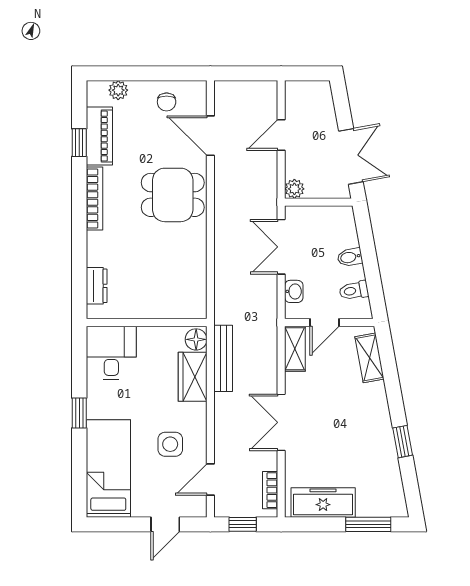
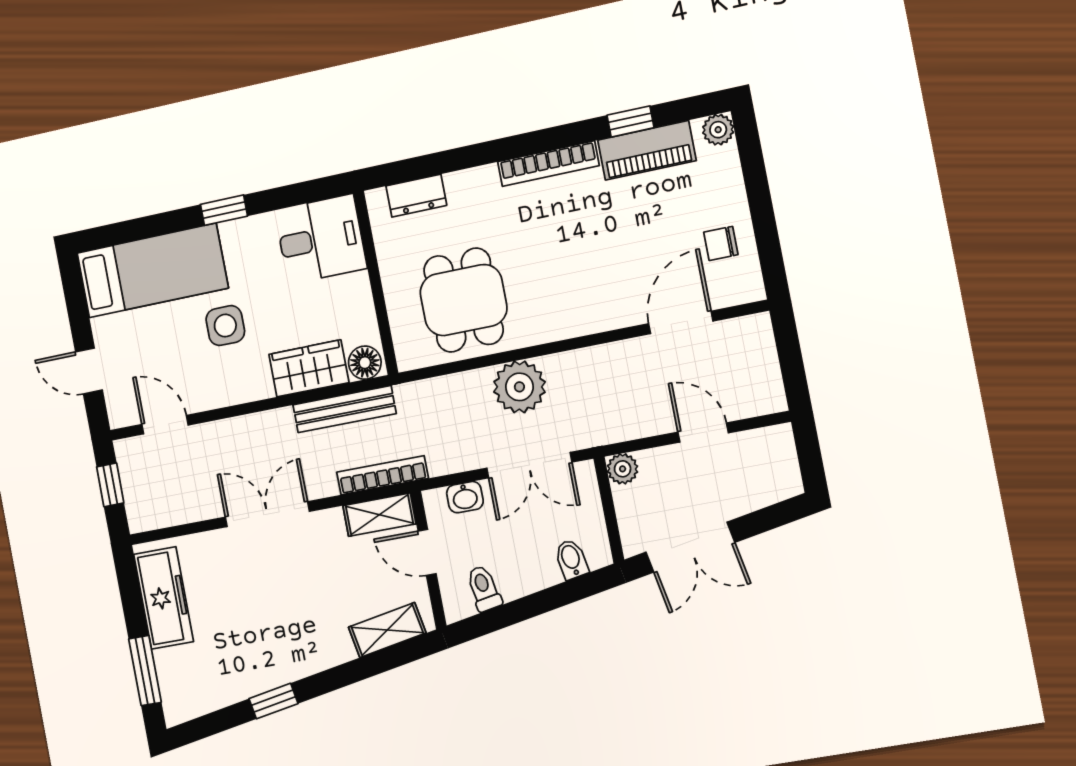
plant: (118, 90) -> (718, 130), moved
dining table: (173, 195) -> (463, 300), moved
plant: (231, 243) -> (519, 387), added
double door: (281, 247) -> (529, 465), swing flipped
bidet: (350, 257) -> (571, 559), moved
side table: (170, 444) -> (225, 326), moved
bookcase: (270, 490) -> (382, 475), moved, width x1.56

